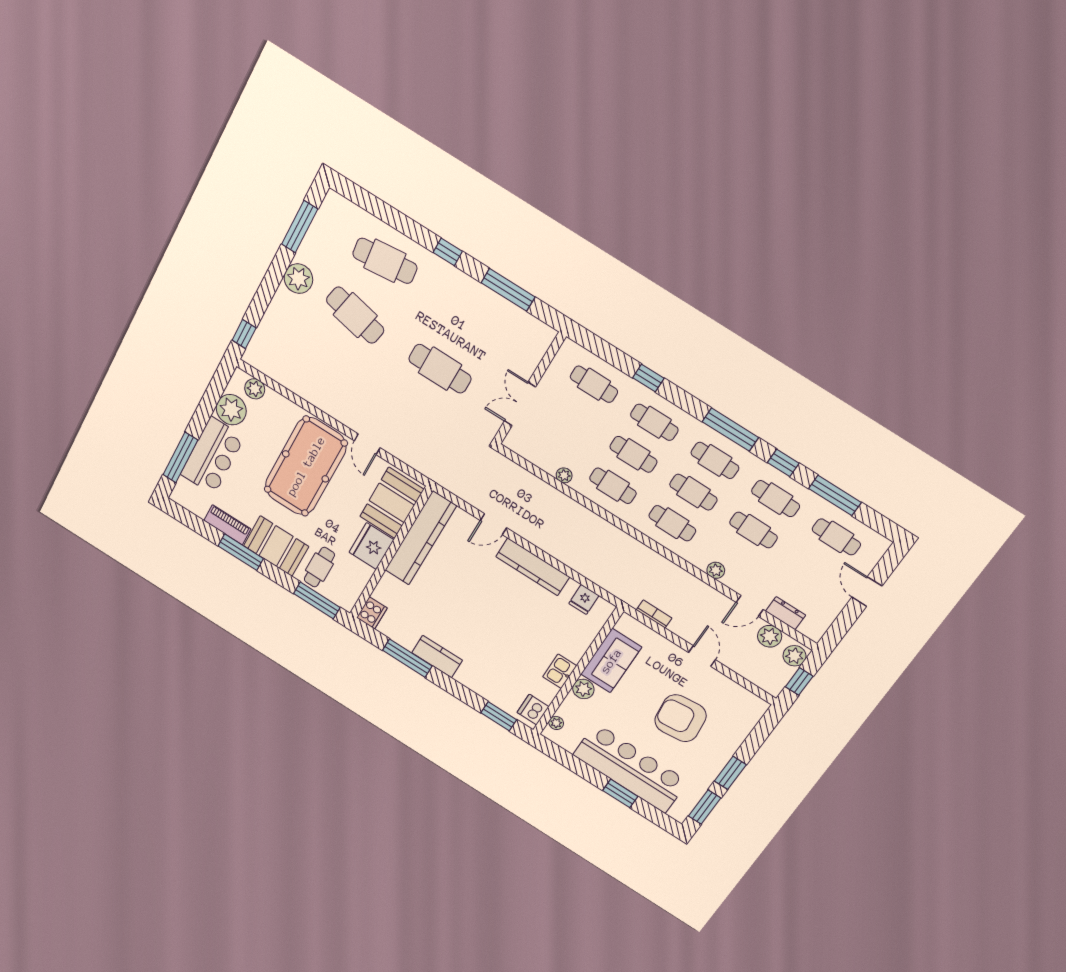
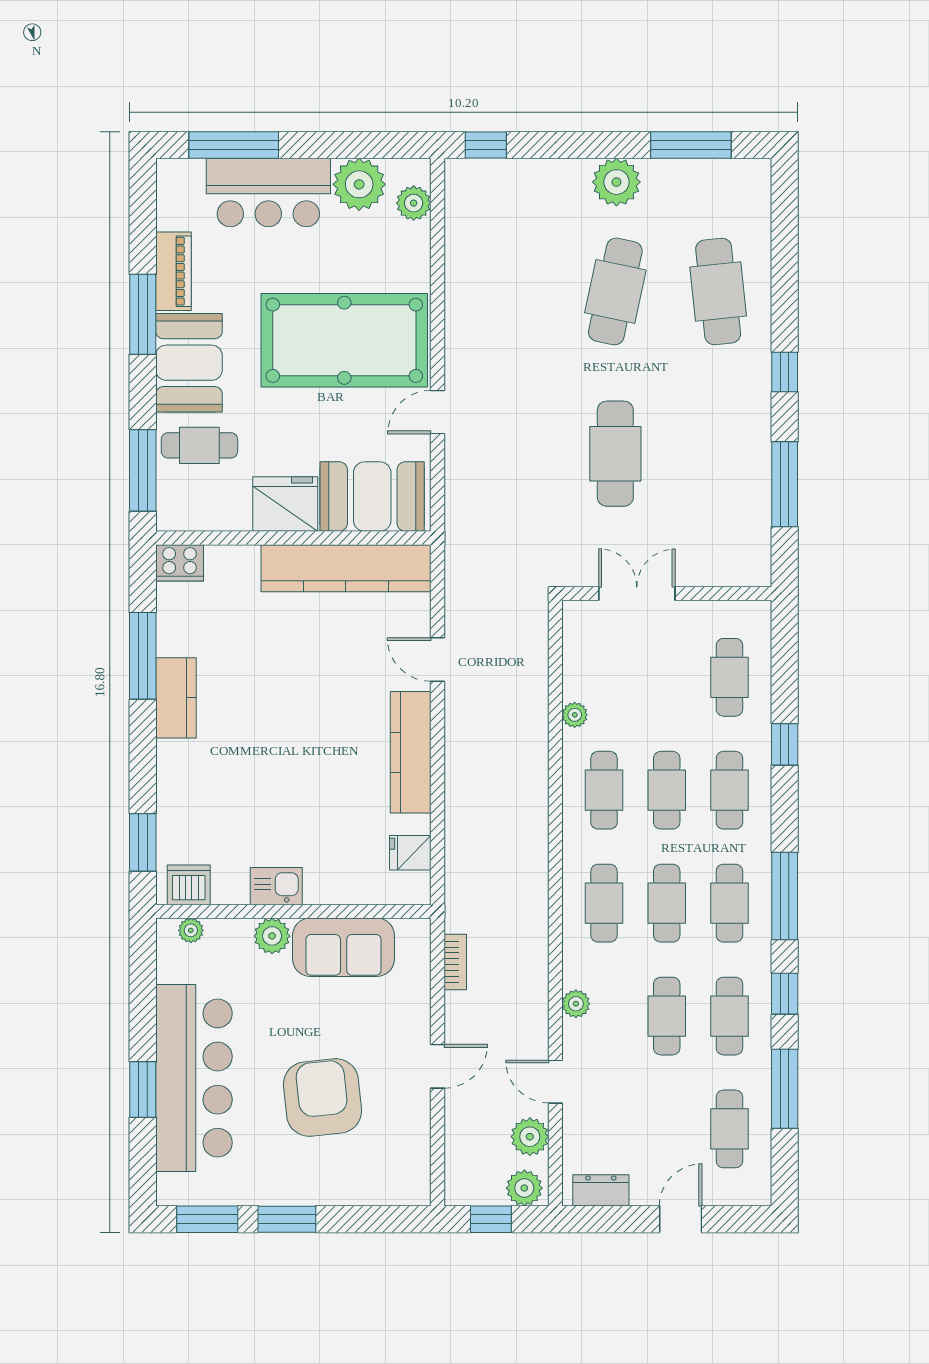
dresser: (786, 613) -> (601, 1190), moved, turned -90

